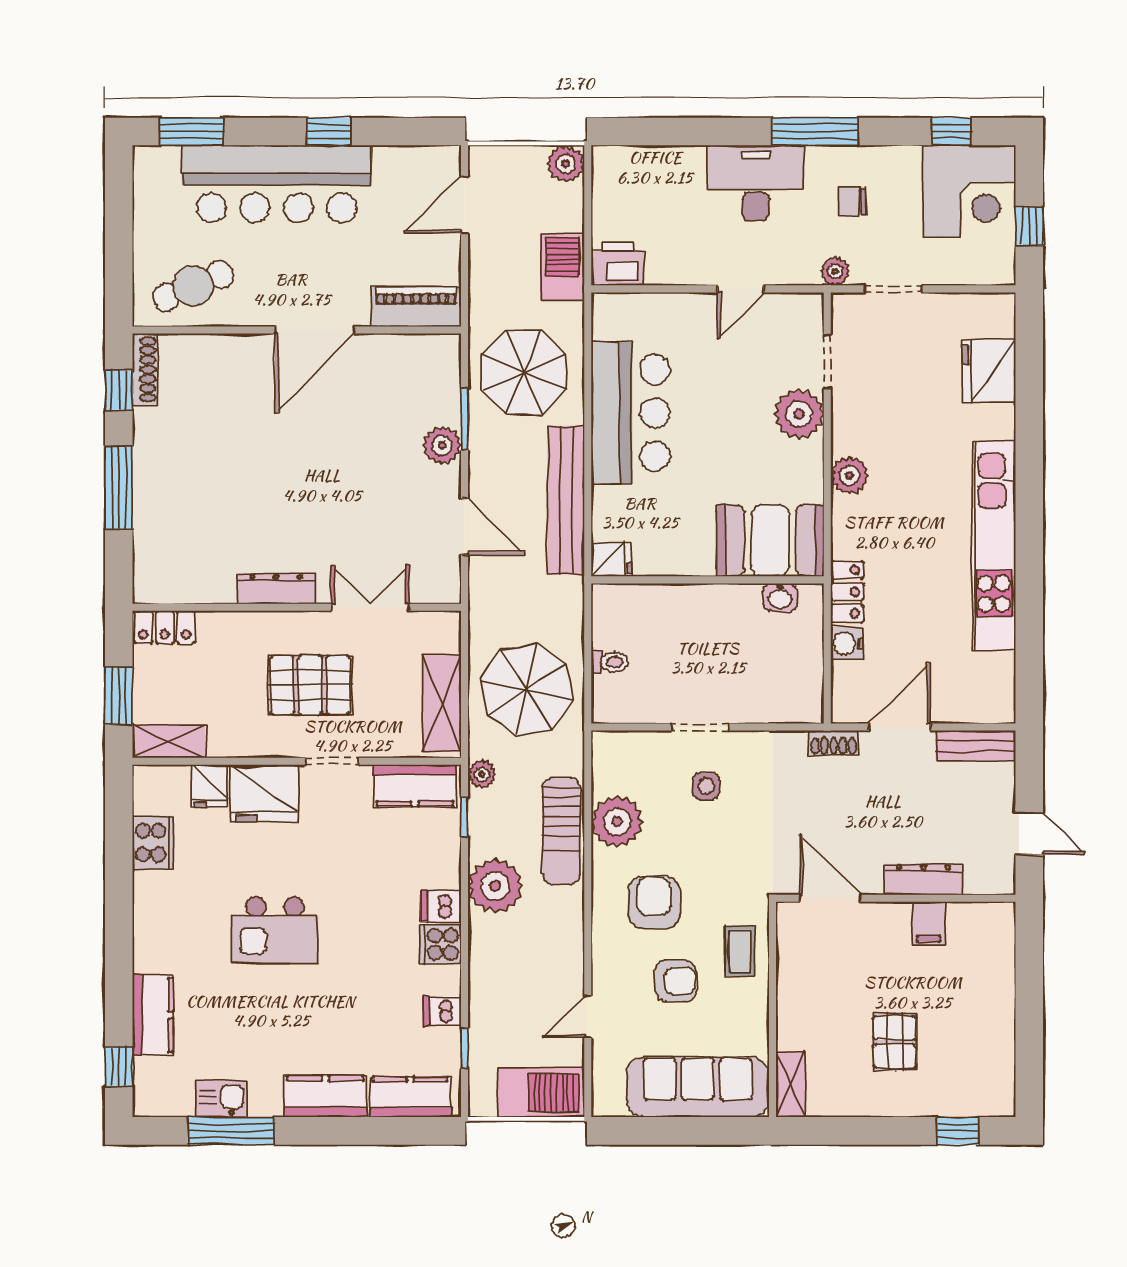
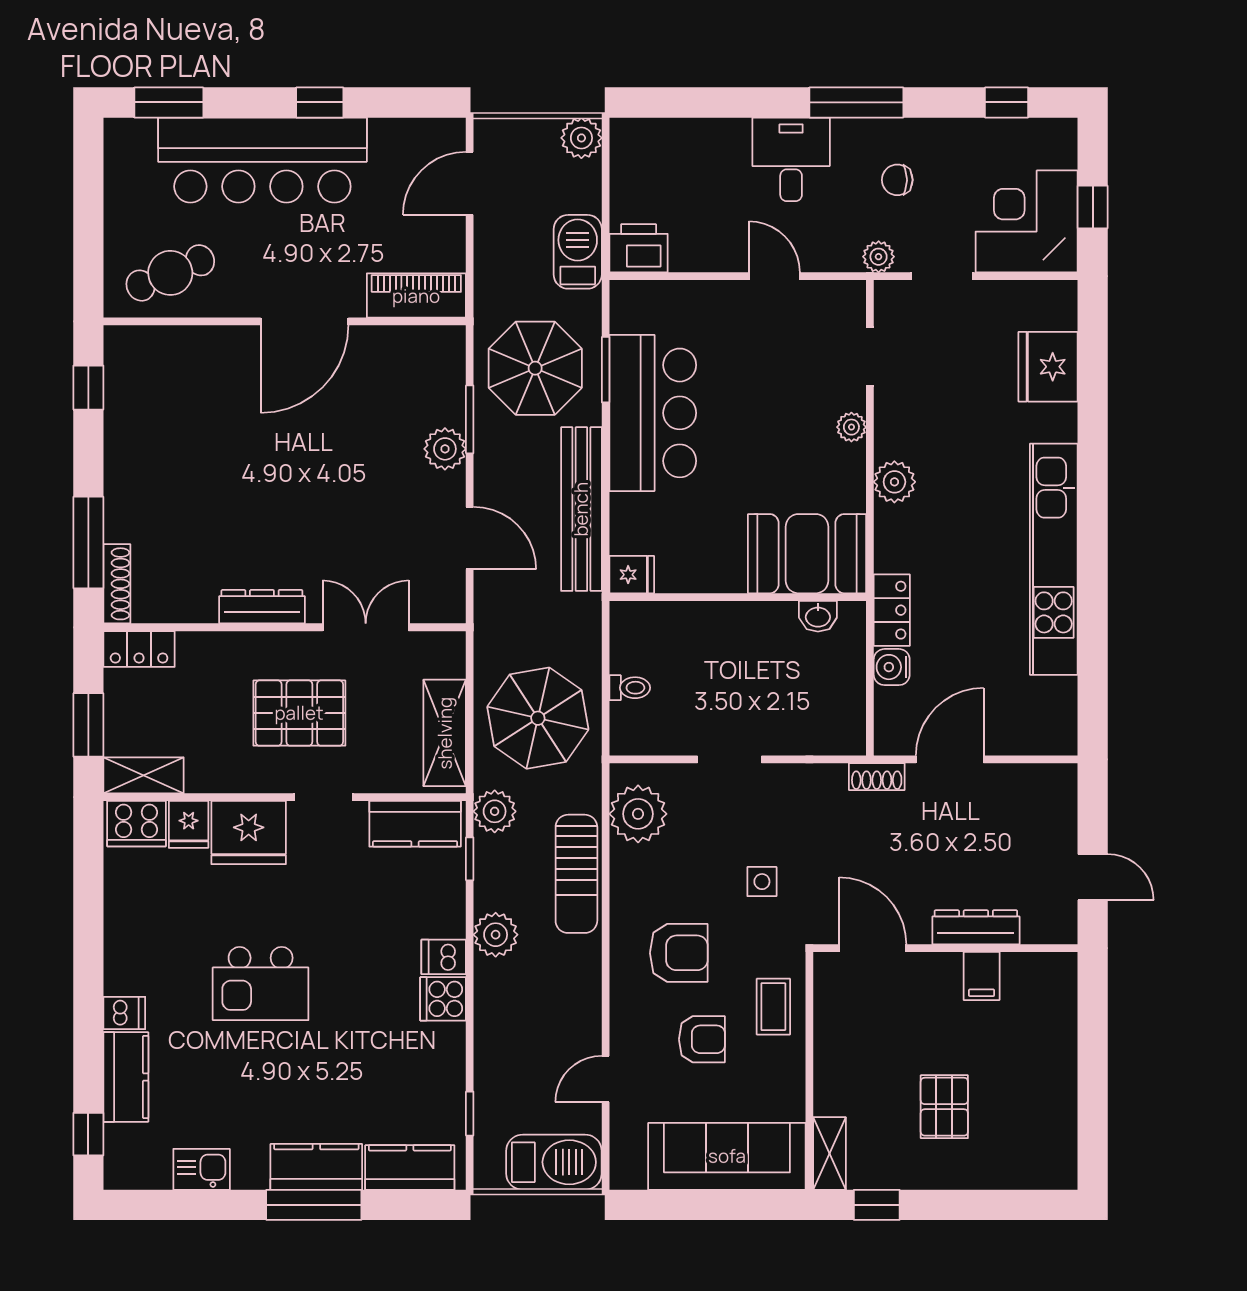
desk: (756, 183) -> (791, 159), width x0.73
corner desk: (969, 191) -> (1027, 221), moved, turned 180
door: (741, 289) -> (774, 276), swing flipped
shoe rack: (145, 369) -> (117, 584), moved
window: (588, 374) -> (606, 370), added
plant: (799, 414) -> (851, 427), width x0.53, depth x0.53
window: (119, 488) -> (88, 543), moved
bench: (976, 746) -> (1033, 780), removed
plant: (482, 774) -> (495, 811), width x1.38, depth x1.38
side table: (706, 786) -> (762, 882), moved
plant: (617, 822) -> (638, 814), moved
cooker: (153, 843) -> (136, 824), moved, turned 90
plant: (495, 886) -> (496, 935), width x0.73, depth x0.73
armchair: (654, 902) -> (679, 953), turned 90
dishwasher: (442, 1011) -> (124, 1013), moved, turned 180
window: (231, 1131) -> (314, 1205), moved
window: (958, 1131) -> (877, 1205), moved

